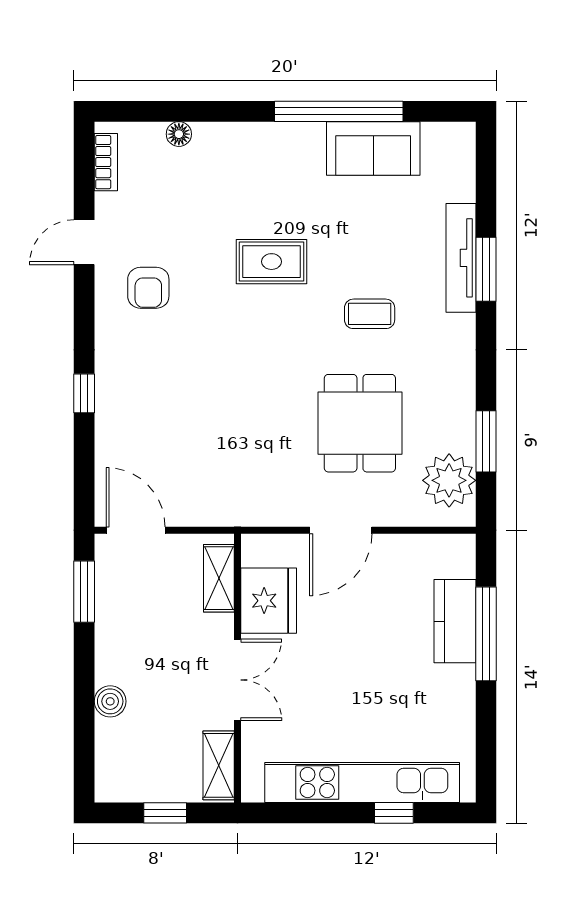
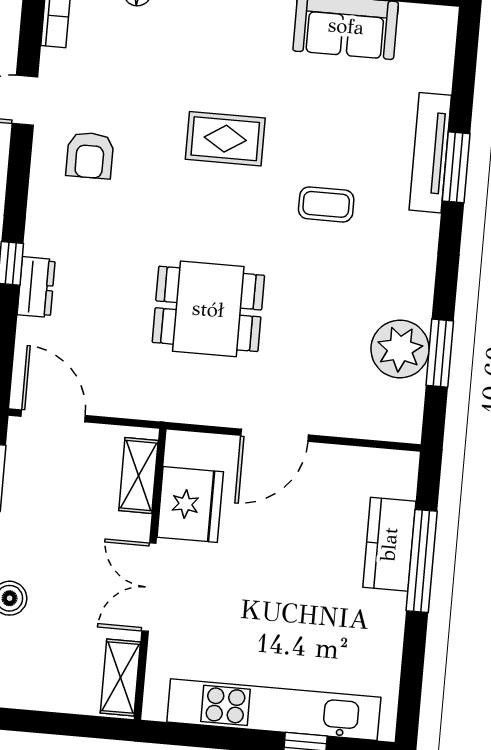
dresser: (110, 413) -> (36, 287), added
dining table: (360, 423) -> (208, 309), moved, turned 90
plant: (449, 480) -> (400, 349), moved
double door: (237, 680) -> (149, 587), swing flipped
window: (165, 813) -> (58, 724), removed

